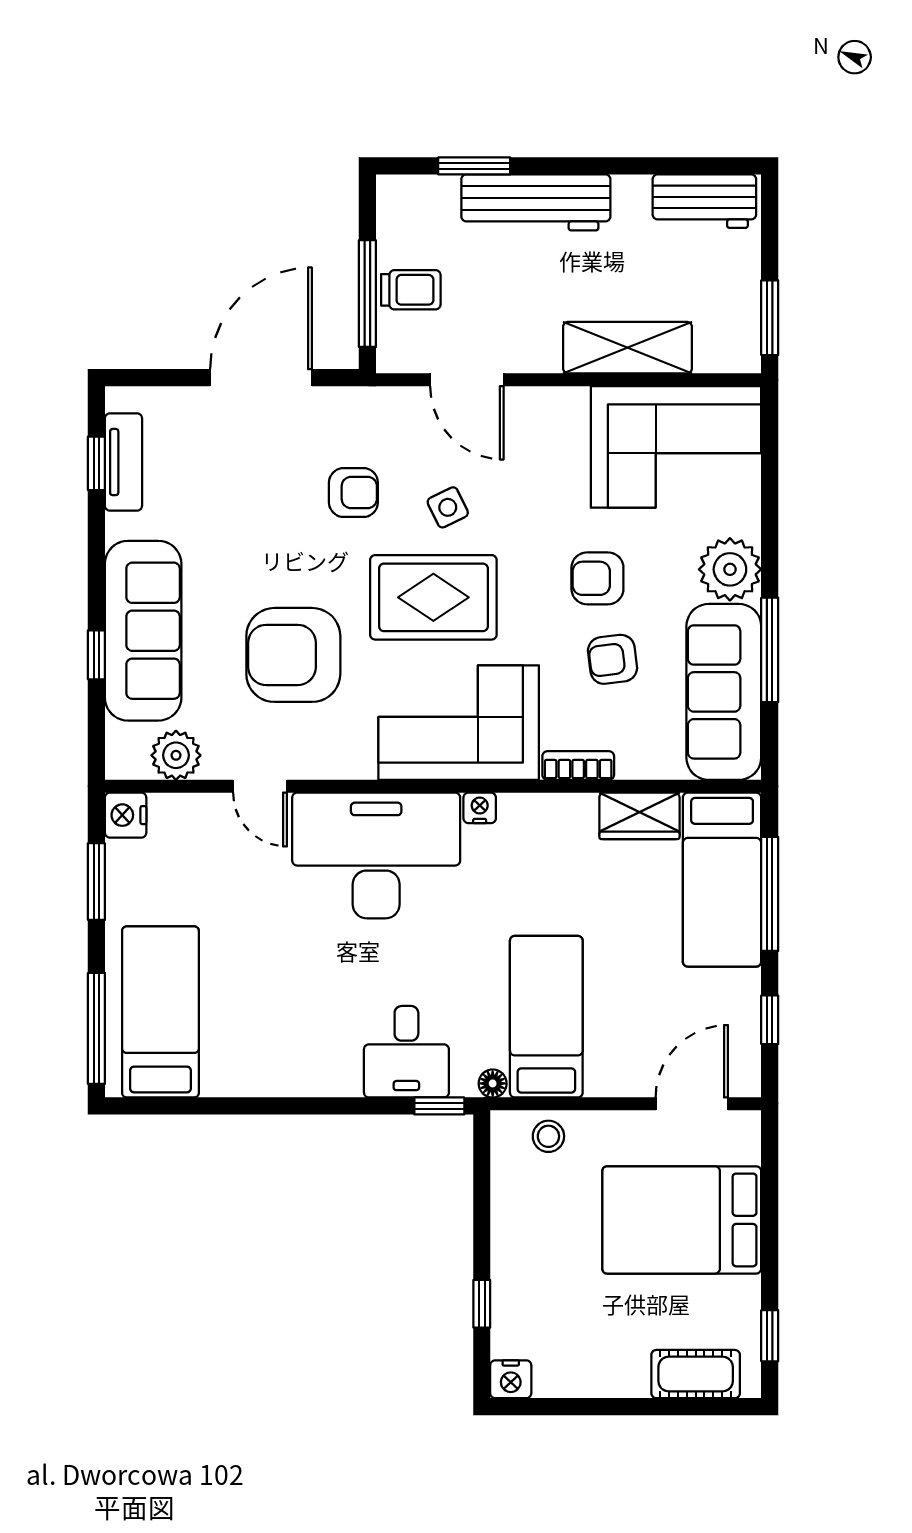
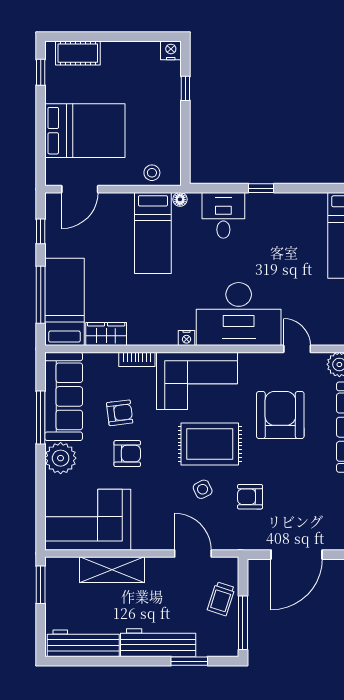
workbench: (704, 201) -> (83, 643), width x1.37
trolley: (411, 290) -> (221, 599), turned -72
window: (367, 294) -> (243, 623), moved
armchair: (293, 655) -> (280, 415), turned -90
window: (439, 1106) -> (261, 188), moved

